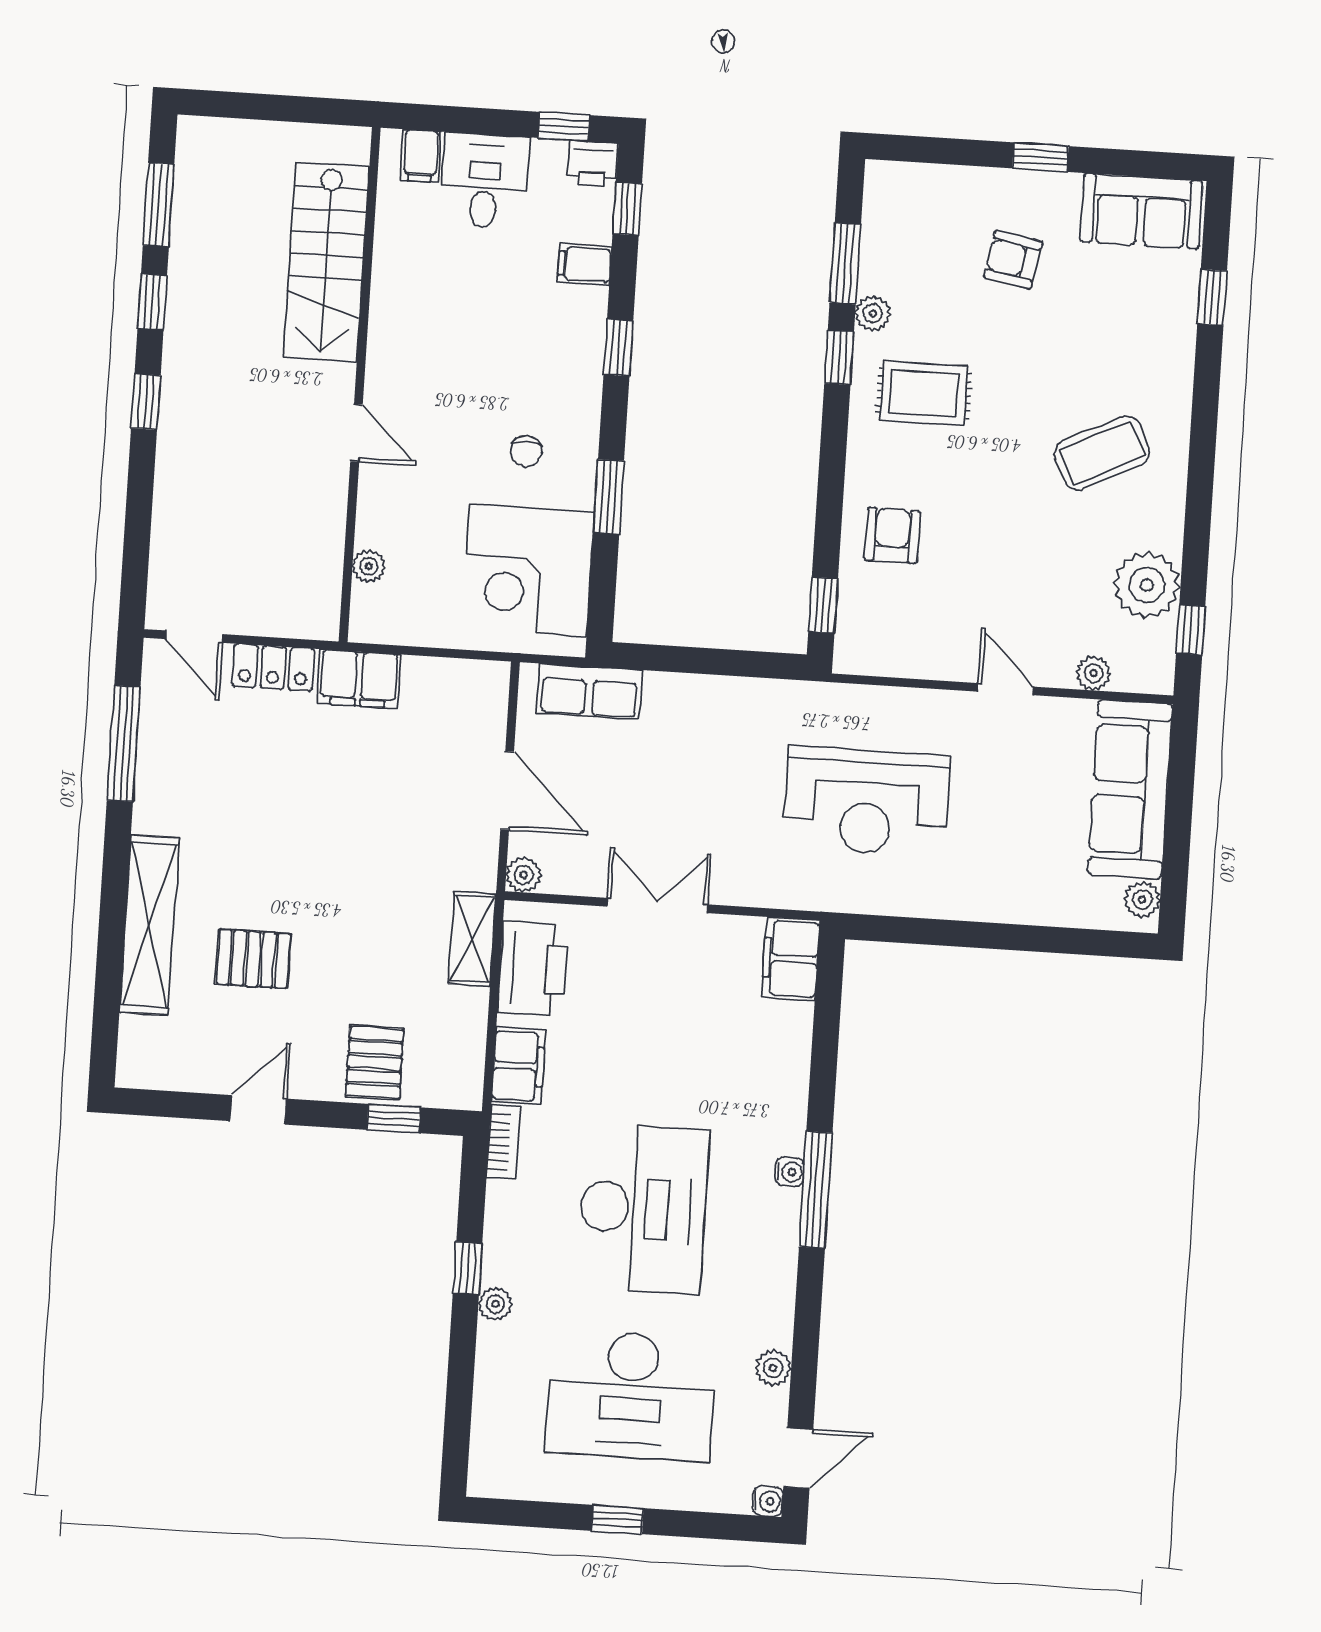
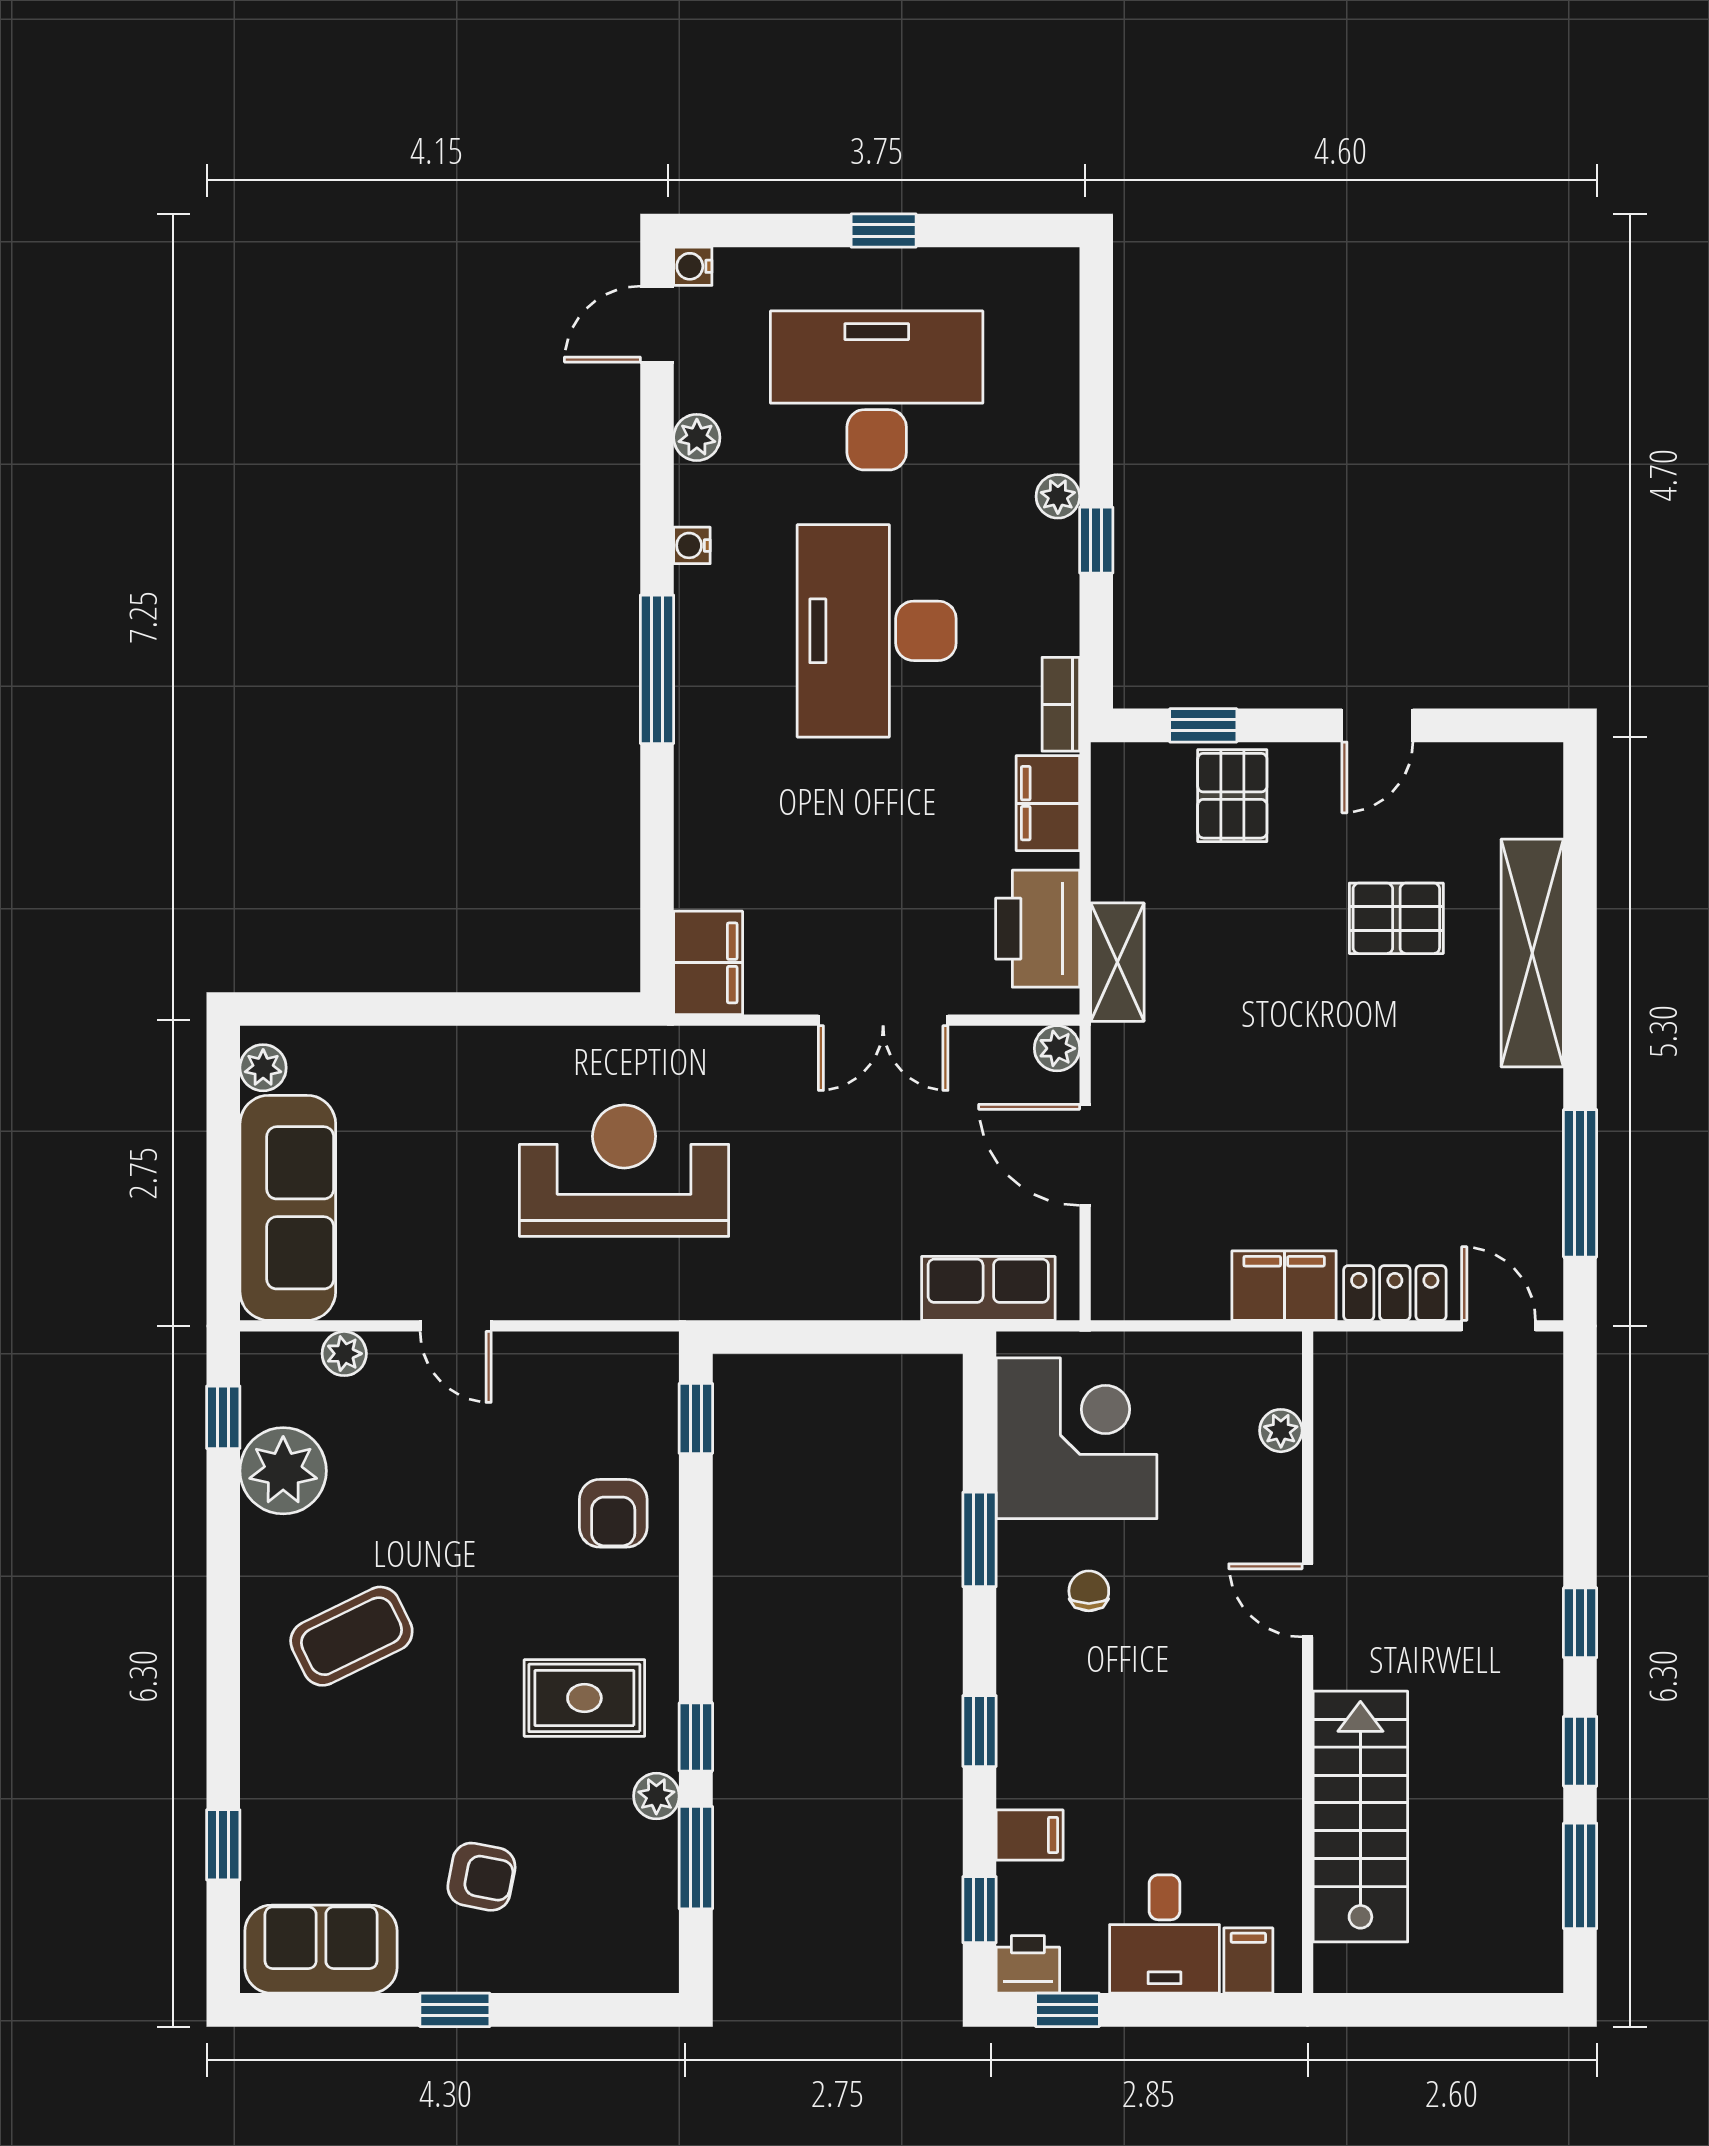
water cooler: (790, 1172) -> (692, 545), moved

